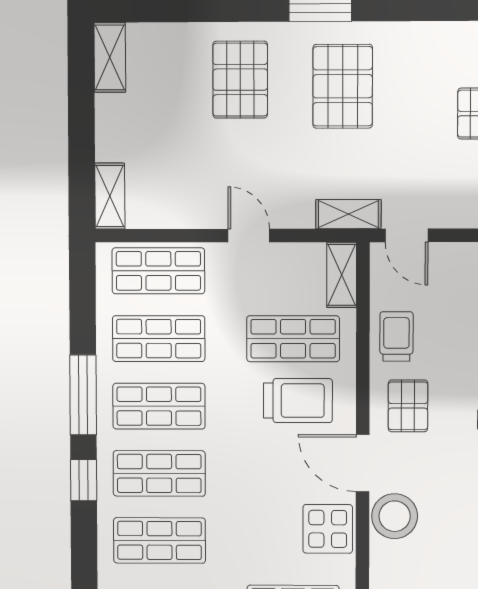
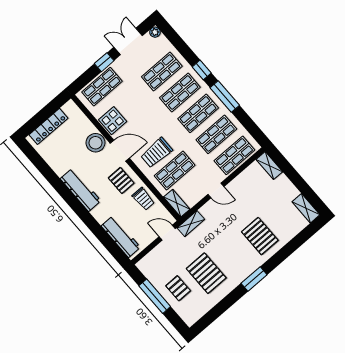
pallet: (343, 86) -> (206, 273), moved

